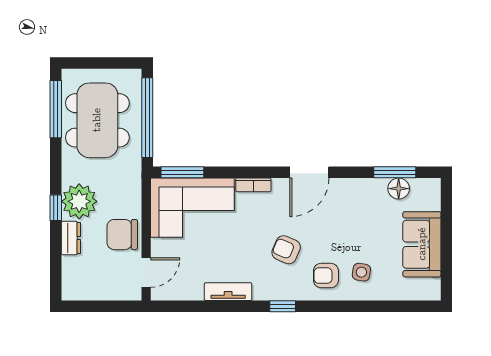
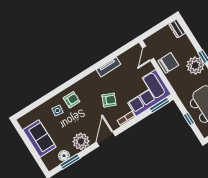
window: (147, 118) -> (189, 119), width x0.32
plant: (354, 195) -> (81, 141), added
dresser: (71, 238) -> (177, 29), moved
armchair: (286, 250) -> (109, 100), moved
window: (283, 306) -> (82, 75), removed

